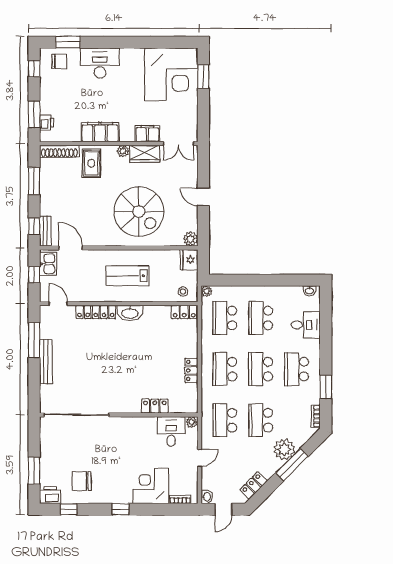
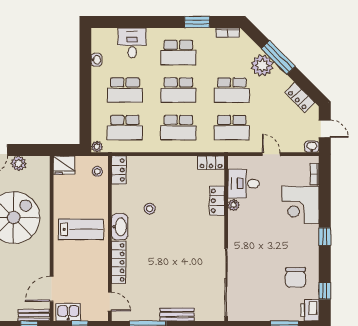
plant: (191, 239) -> (19, 163), moved
lab bench: (127, 276) -> (81, 229), turned -90
washbasin: (309, 291) -> (96, 60), moved
door: (58, 304) -> (110, 302), swing flipped
stool: (147, 342) -> (150, 209), added
bench: (46, 362) -> (177, 315), width x0.73
locker: (191, 370) -> (211, 163), moved
plant: (192, 422) -> (234, 205), moved

